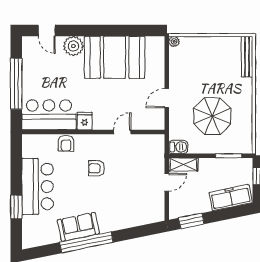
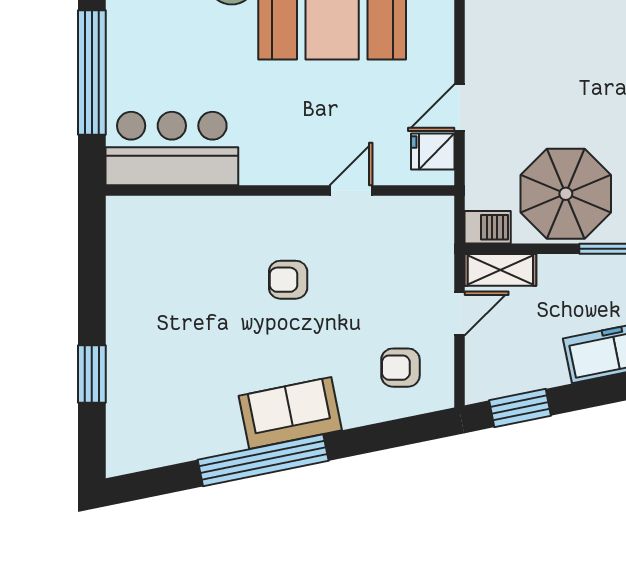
parasol: (212, 116) -> (566, 194), moved
fridge: (85, 121) -> (433, 151), moved, turned -90
armchair: (66, 143) -> (400, 368), moved, turned 90
bar counter: (38, 186) -> (144, 324), removed
sofa: (78, 227) -> (290, 413), moved

